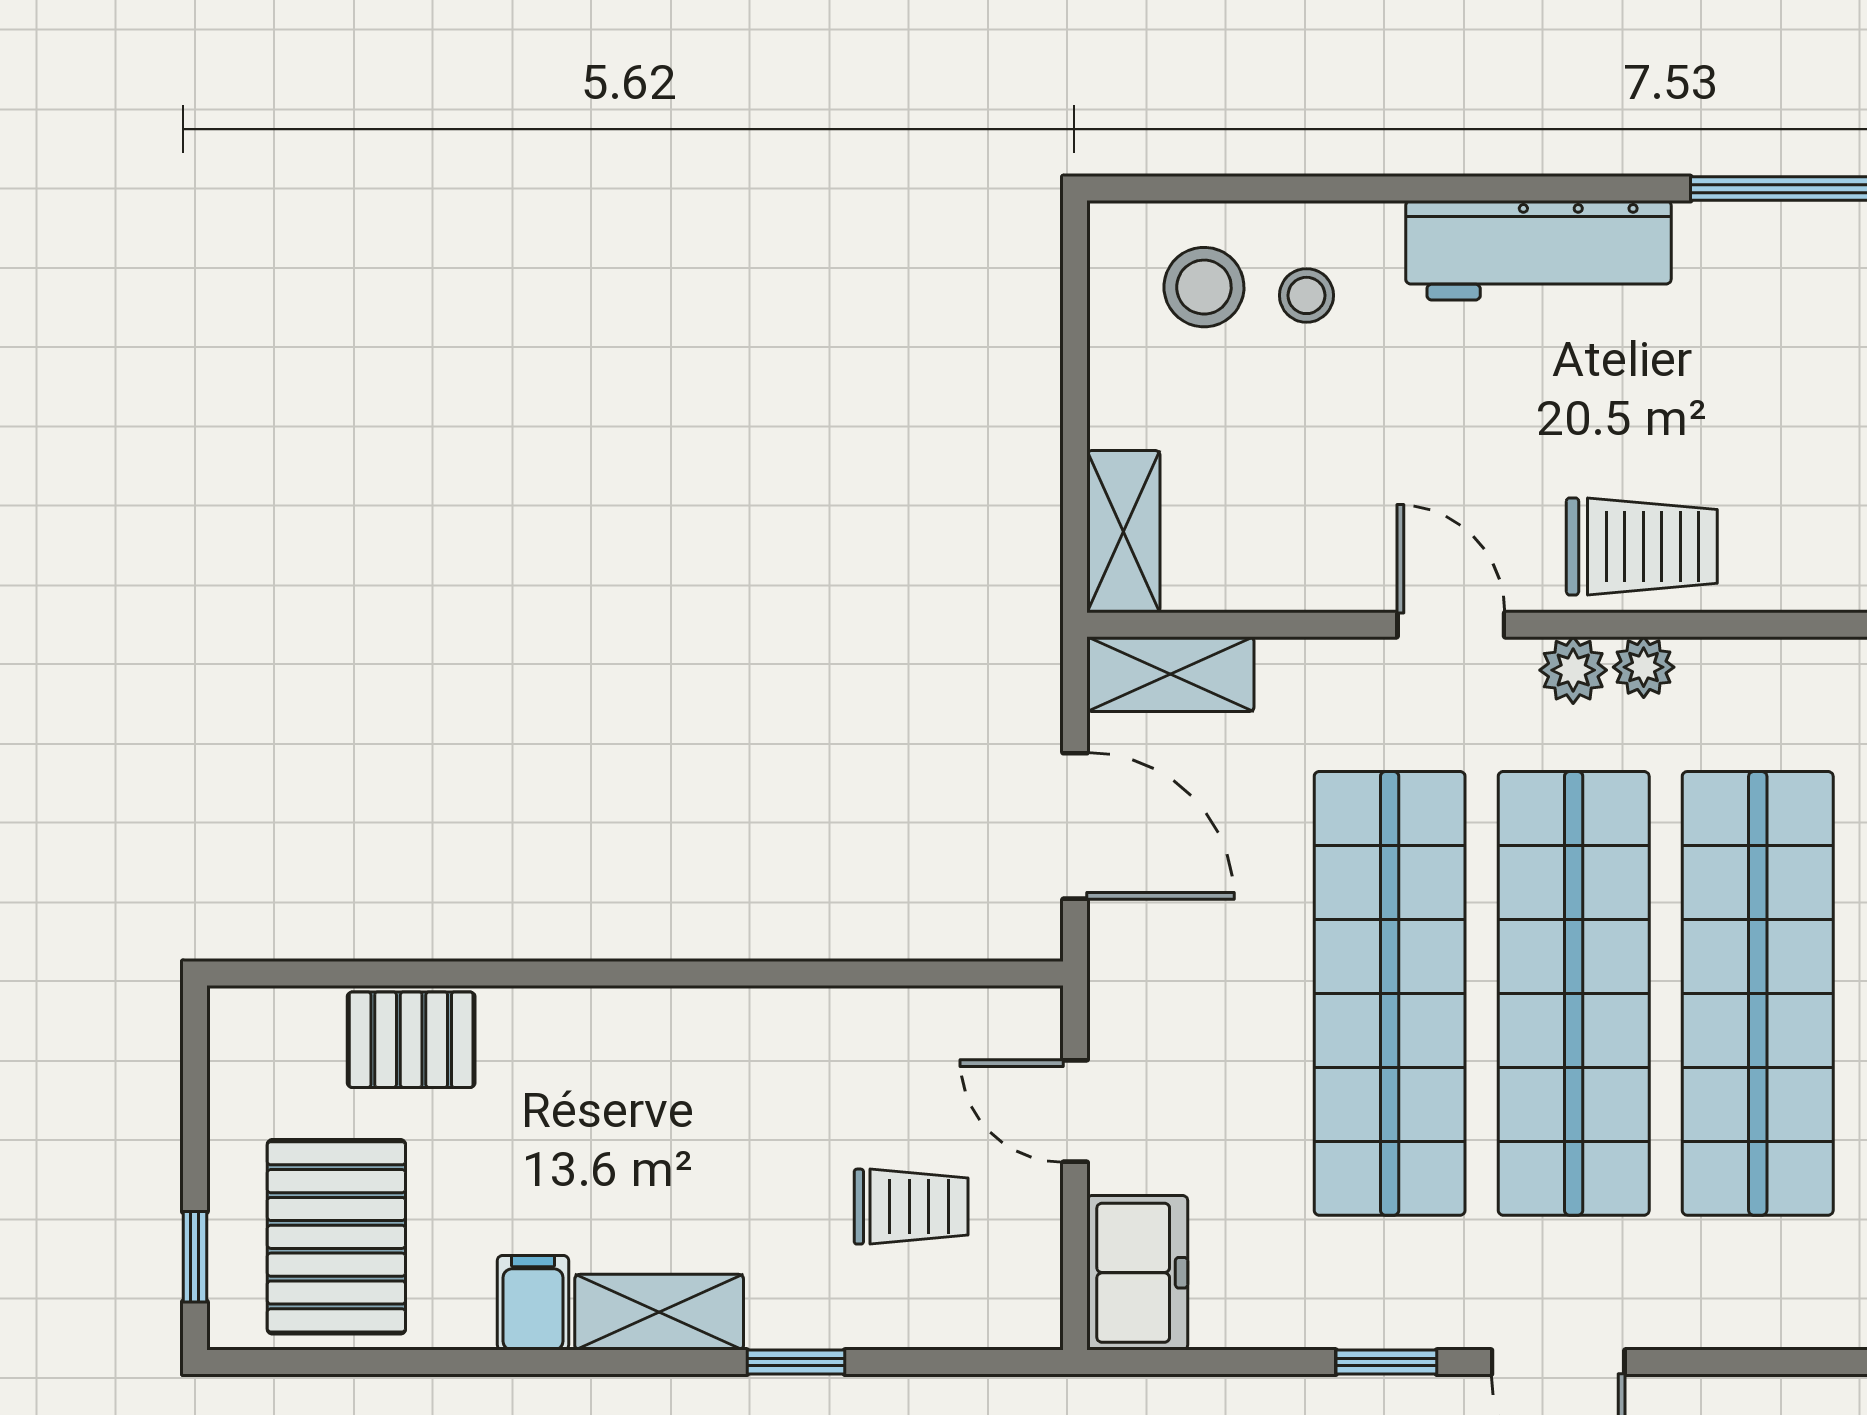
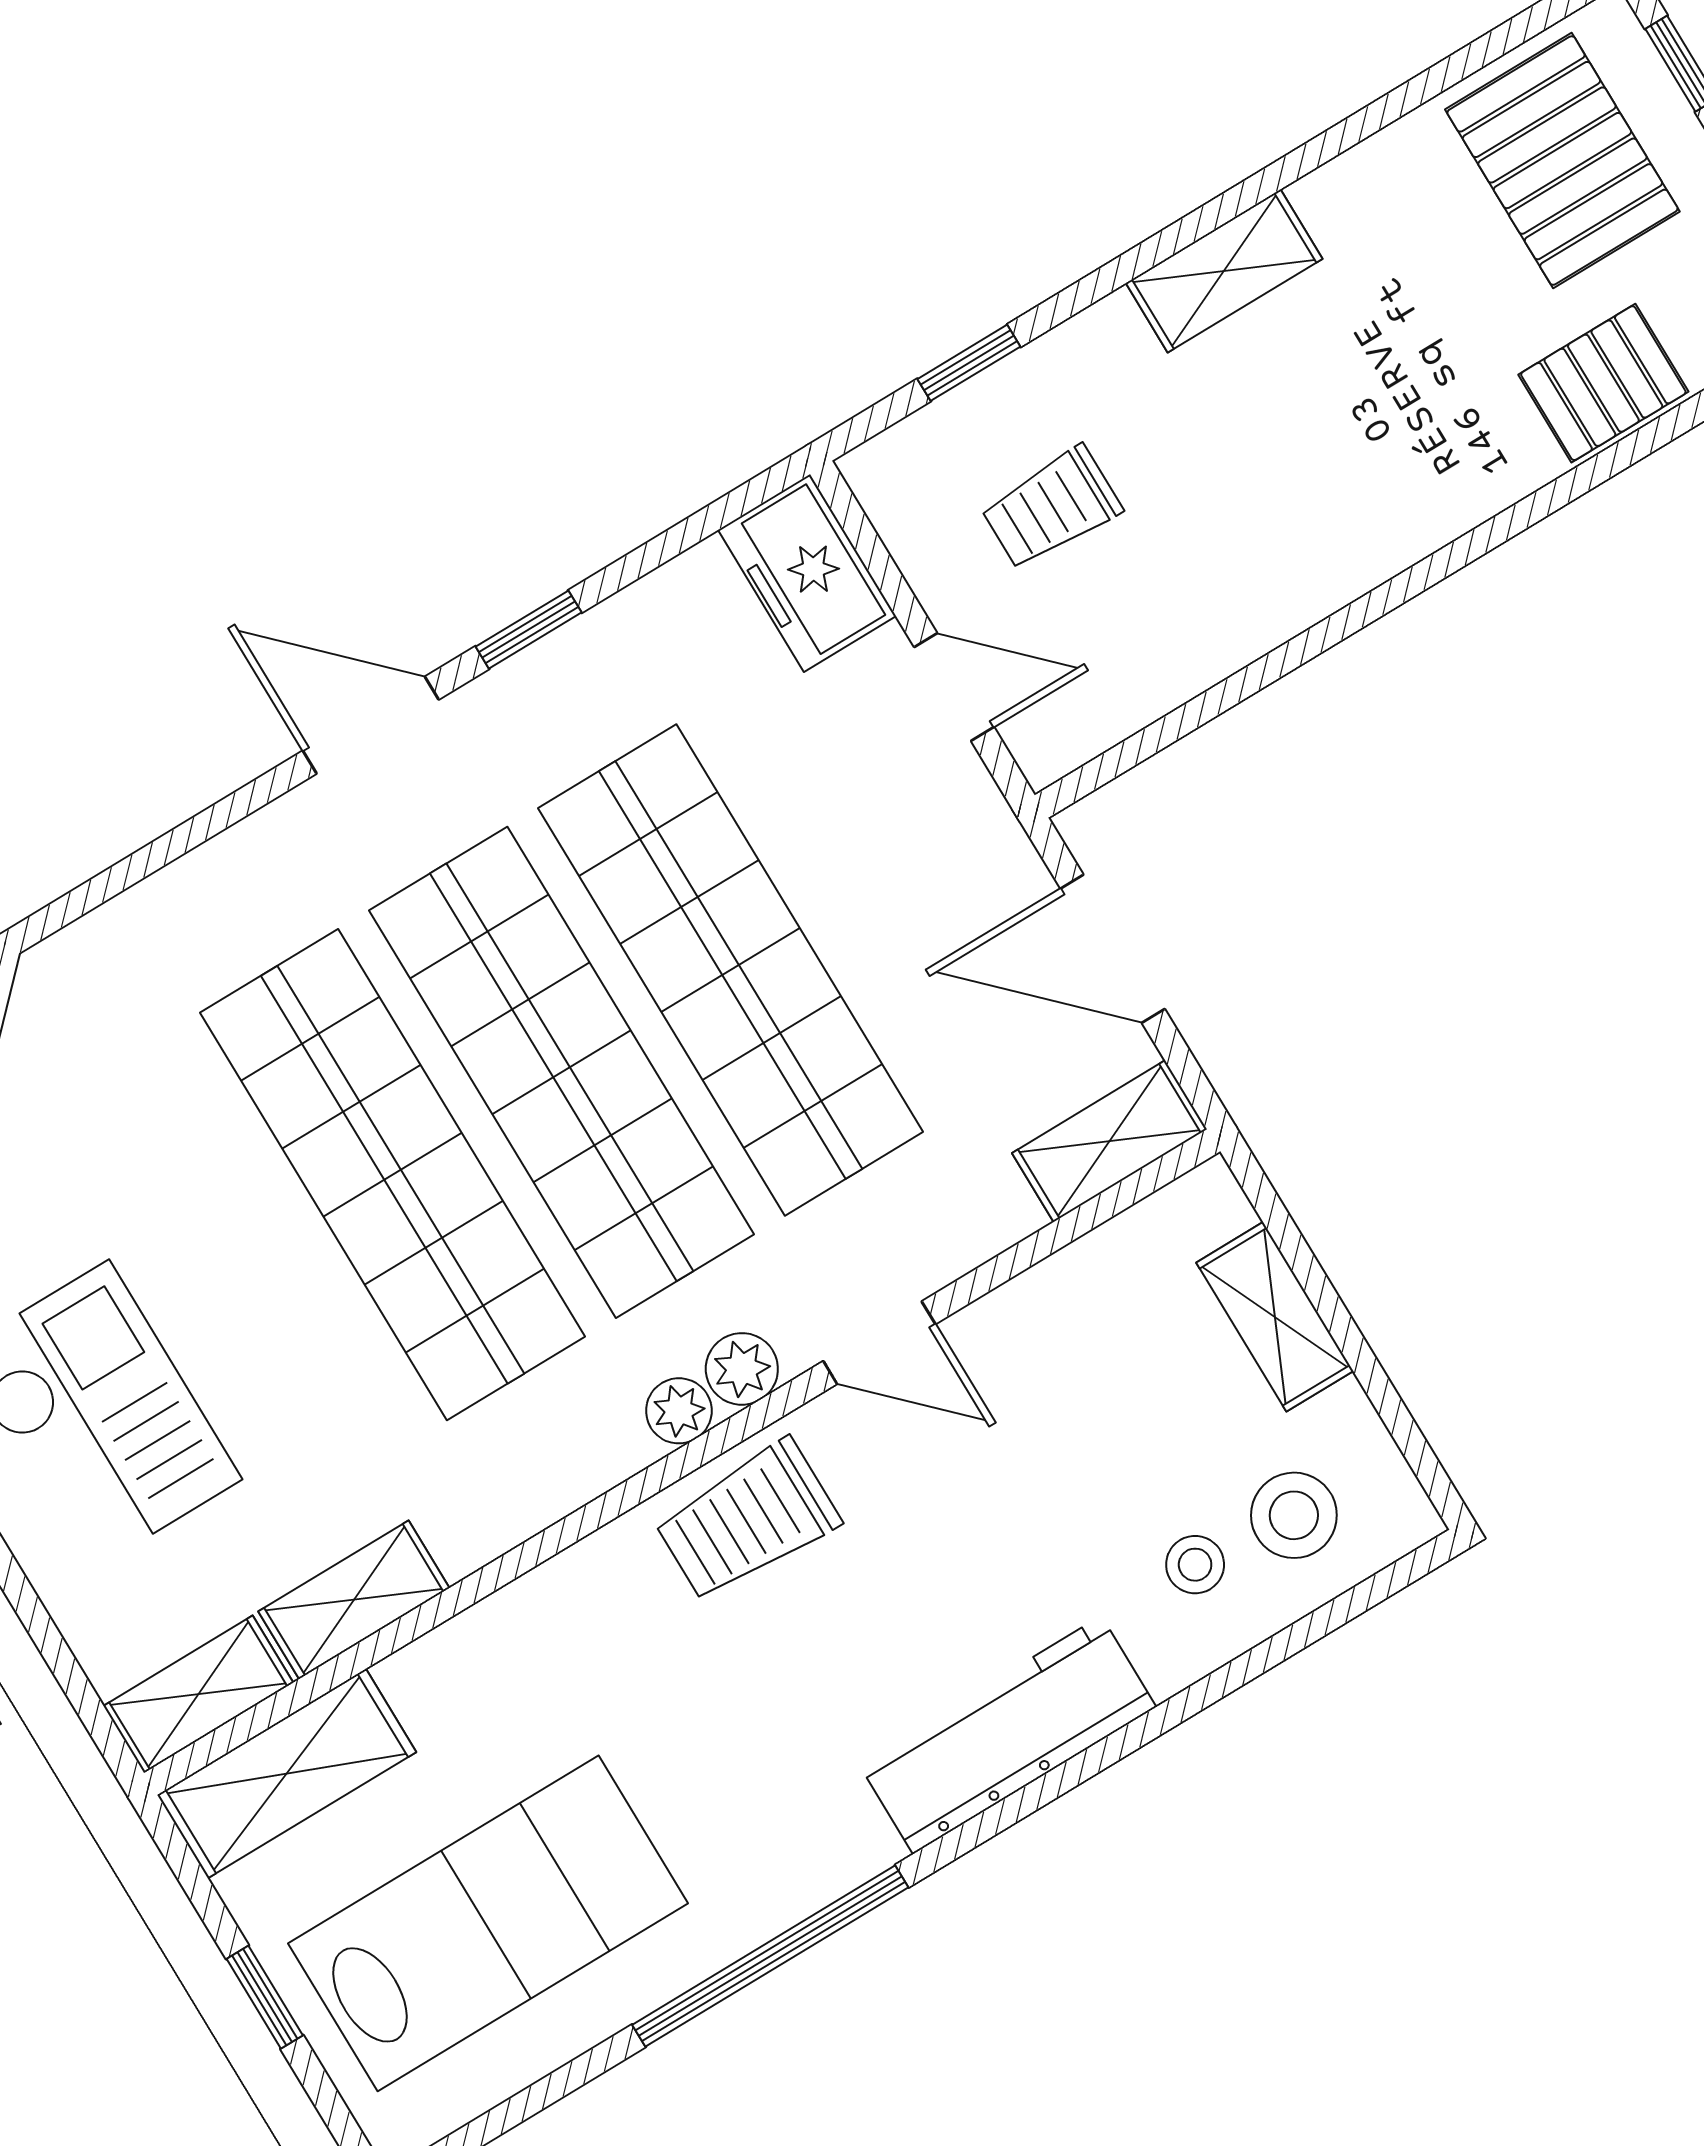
shelving: (1123, 532) -> (1275, 1317), moved
filing cabinet: (533, 1303) -> (1345, 209), removed
window: (796, 1362) -> (969, 363), moved

